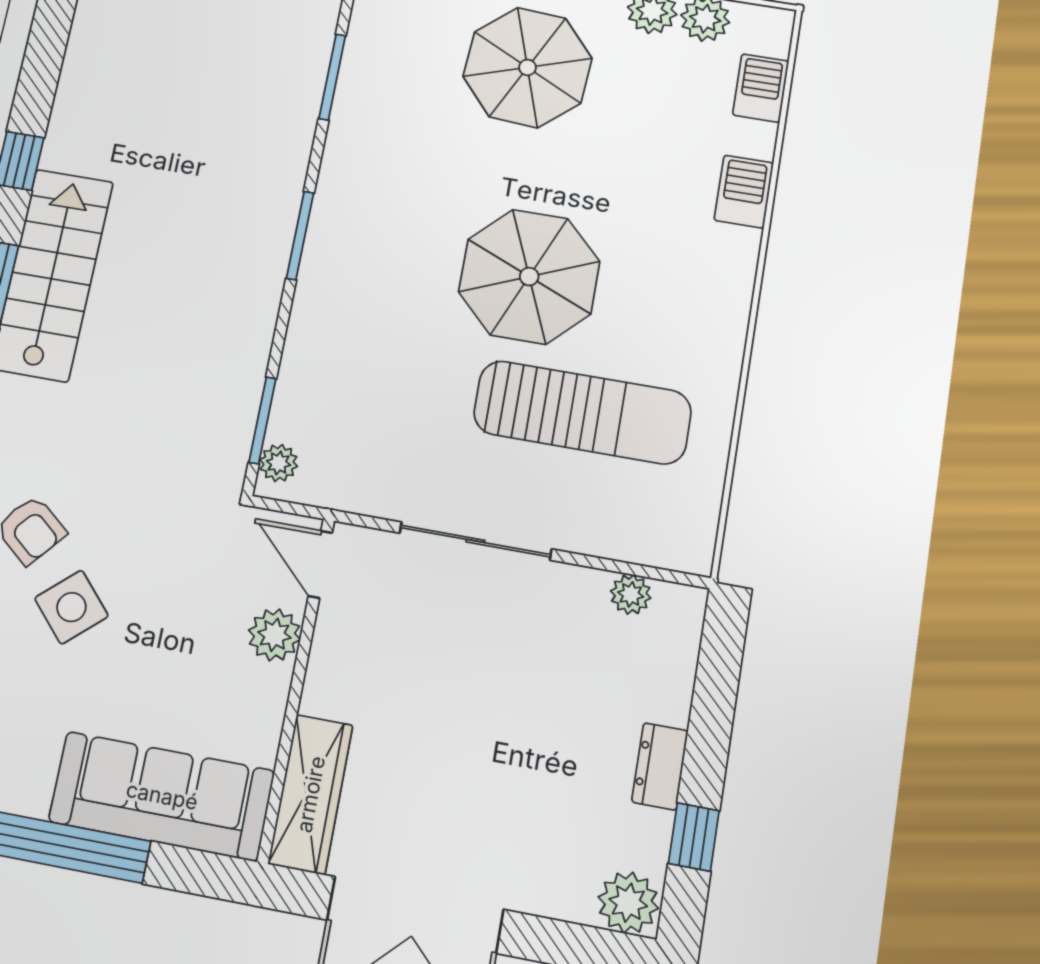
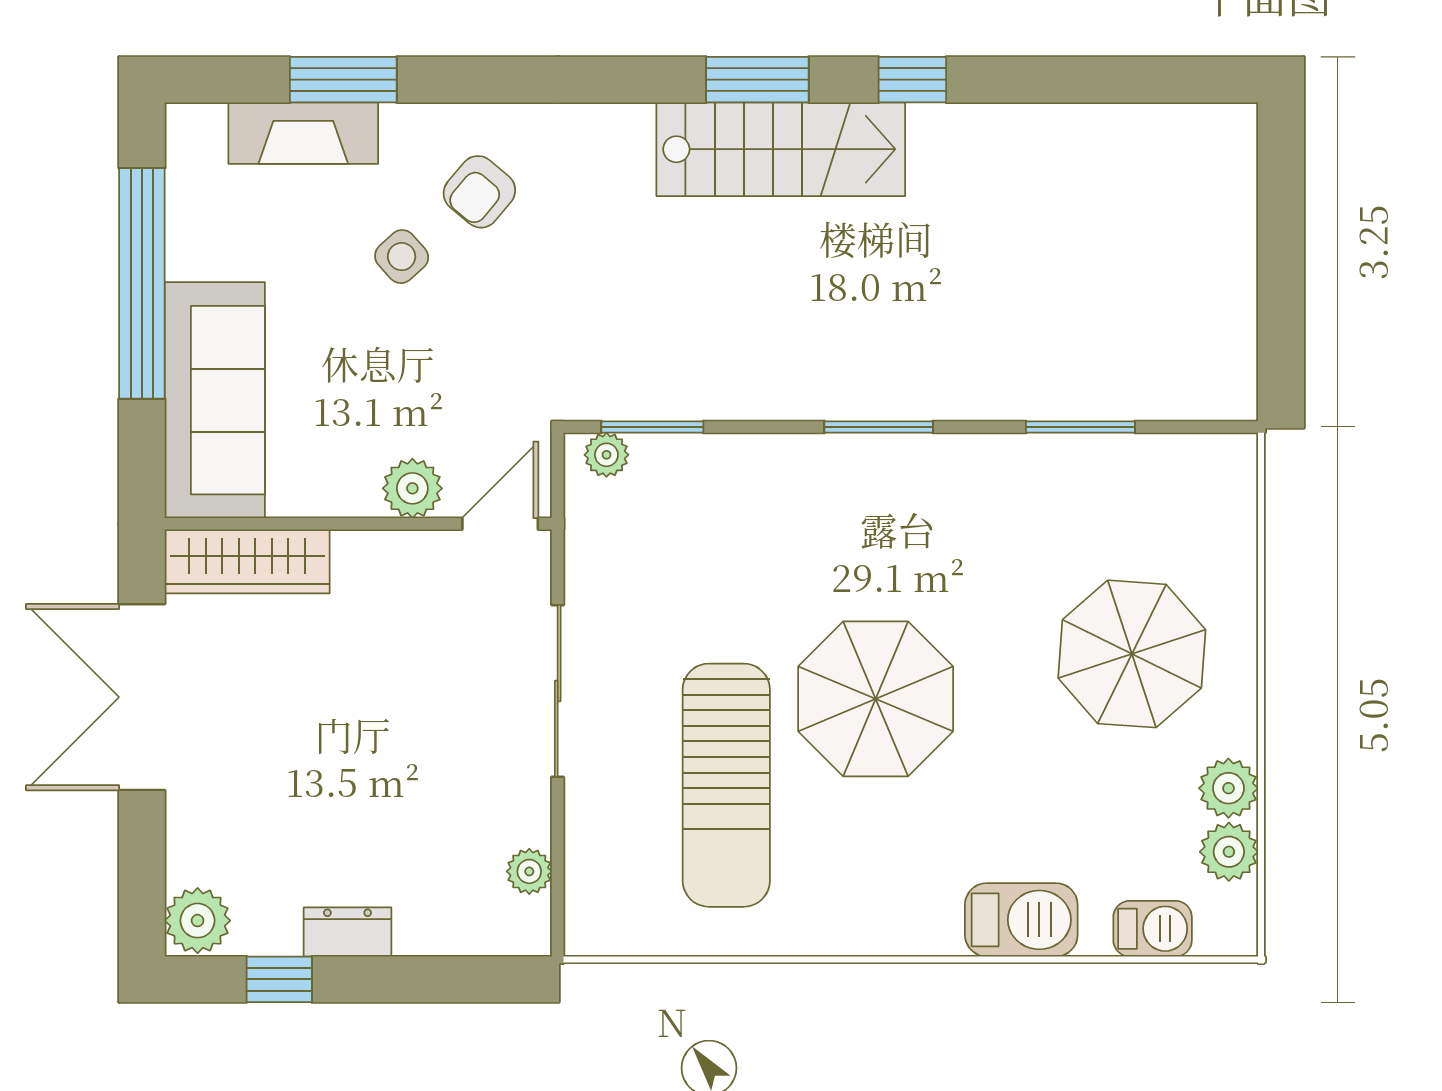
barbecue: (744, 192) -> (1021, 920), width x1.38, depth x1.27
side table: (71, 607) -> (402, 257), width x0.73, depth x0.73

